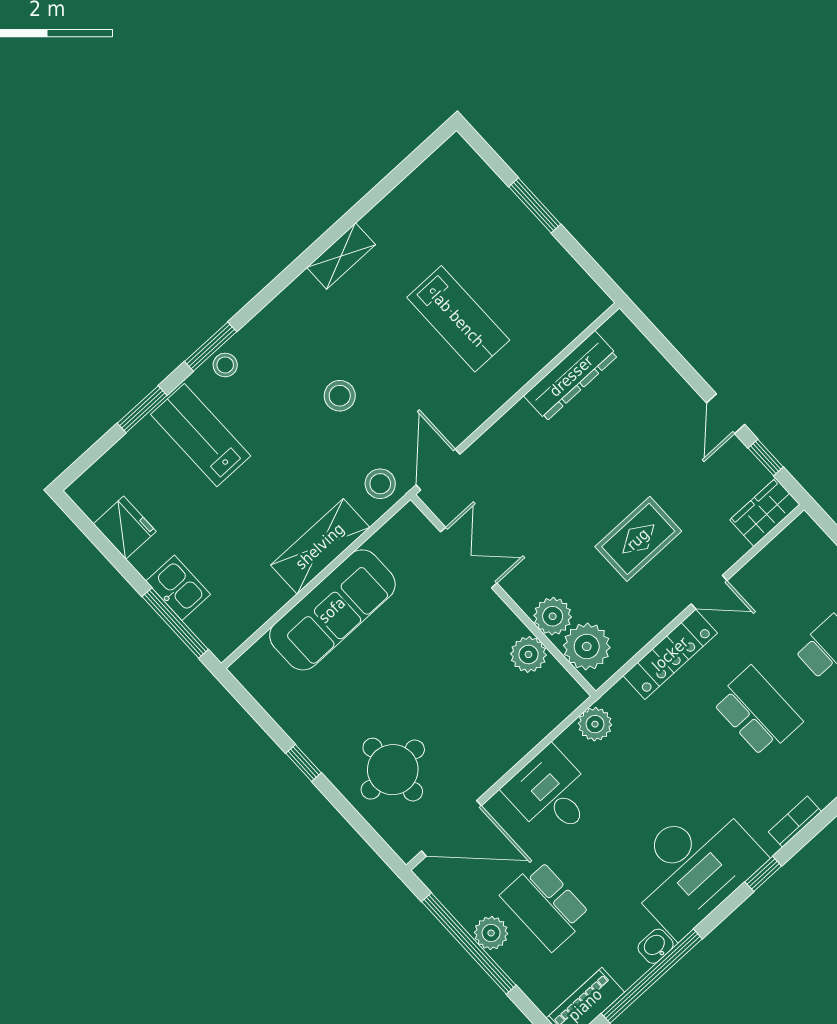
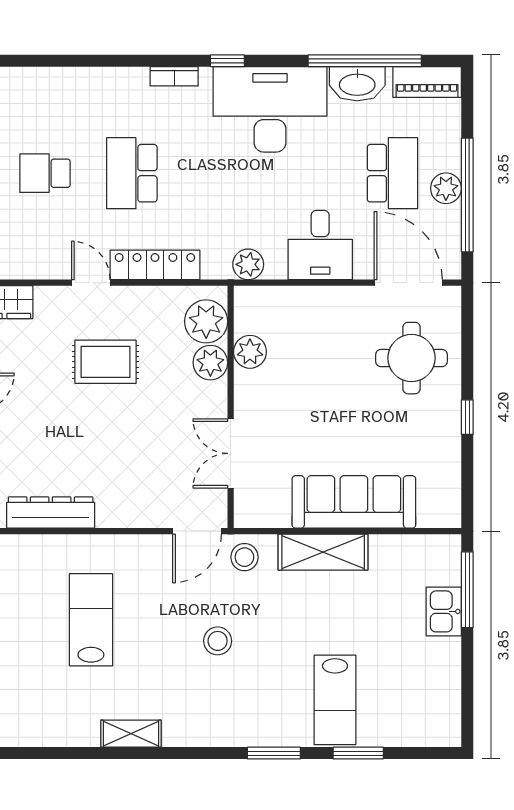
stool: (225, 365) -> (275, 732), removed
fridge: (125, 528) -> (442, 685), removed
washbasin: (656, 946) -> (357, 84), width x1.91, depth x1.45

